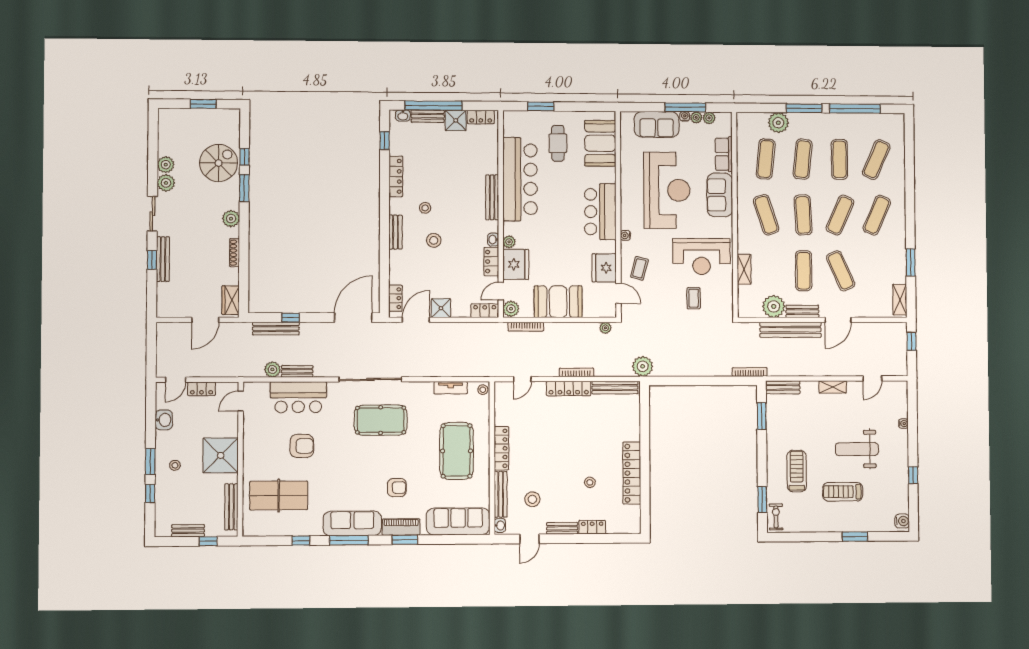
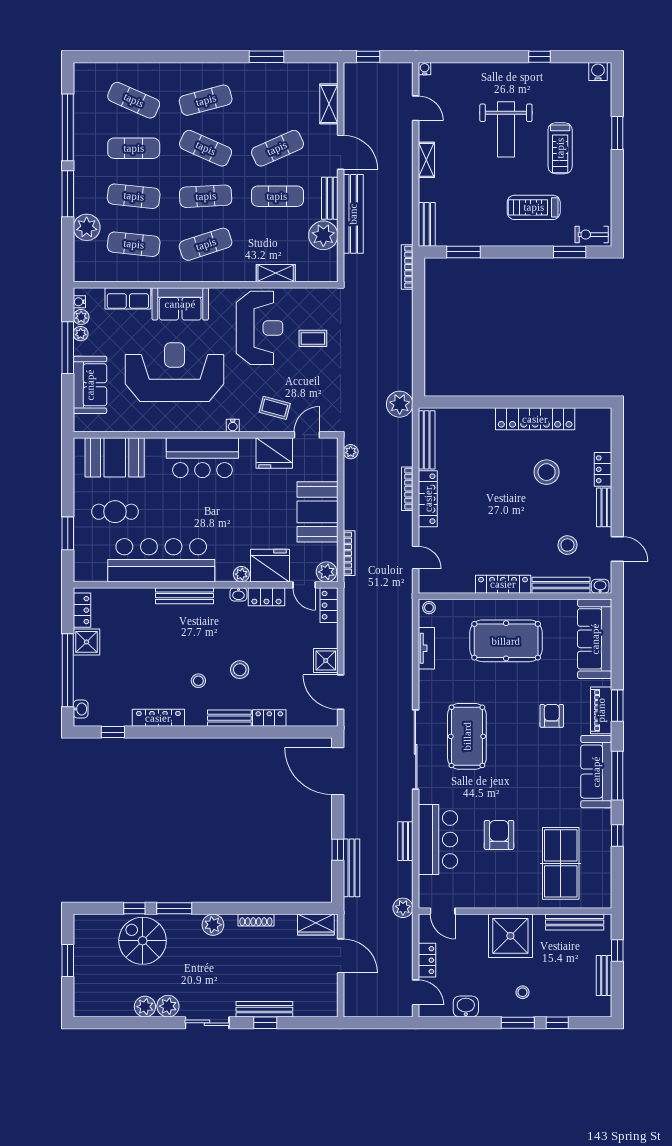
bench: (428, 116) -> (81, 678), removed
water cooler: (685, 116) -> (79, 302), moved
exercise mat: (877, 215) -> (206, 100), turned -39
locker: (395, 298) -> (269, 718), moved
shelving: (900, 300) -> (329, 104), moved, turned 90
plant: (272, 369) -> (403, 908), moved
water cooler: (903, 424) -> (425, 69), moved
stool: (590, 482) -> (547, 472), width x1.89, depth x1.89

